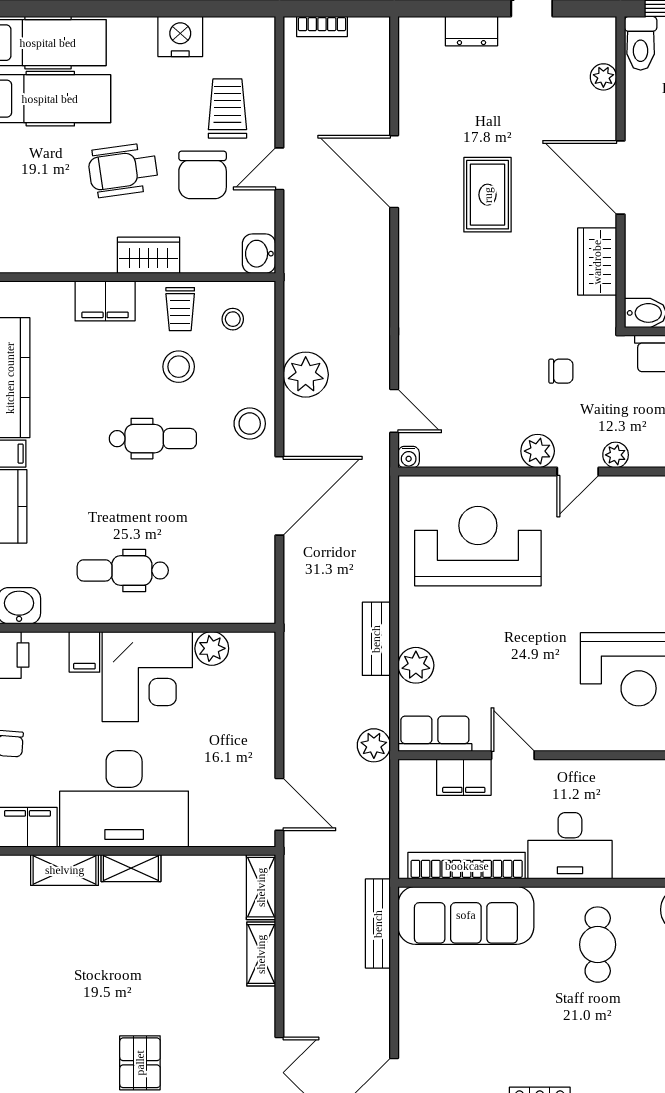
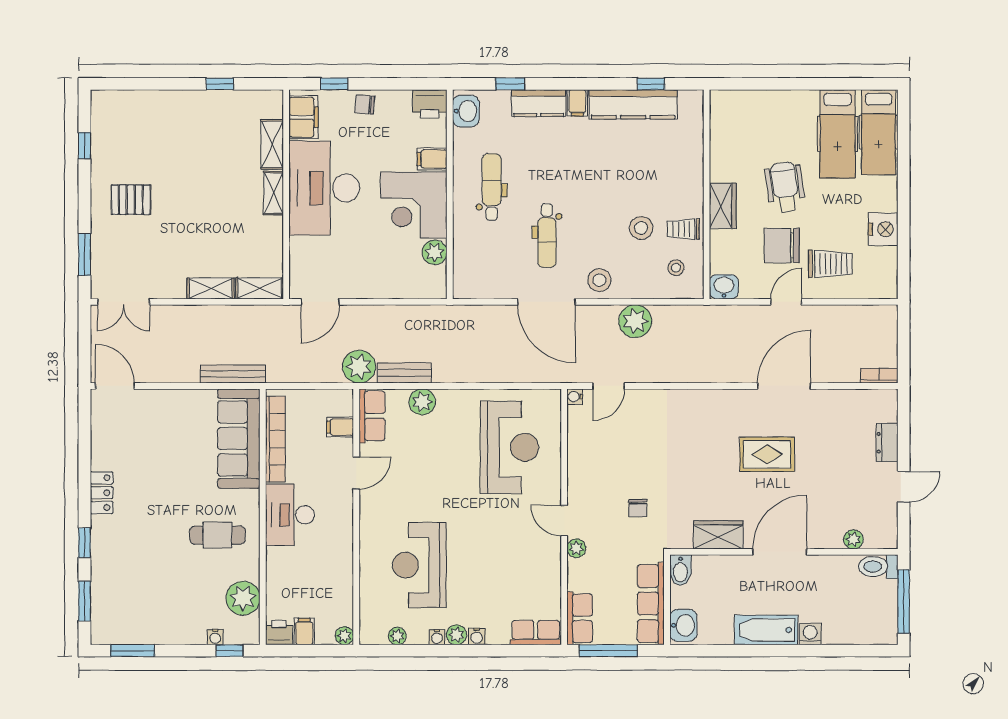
bookcase: (322, 27) -> (879, 376), moved, turned 90
door: (279, 169) -> (786, 302), hinge flipped
filing cabinet: (105, 301) -> (689, 174), removed
dental chair: (153, 439) -> (547, 236), moved
plant: (538, 451) -> (579, 491), removed
bench: (376, 639) -> (404, 373), moved
plant: (374, 745) -> (359, 367), width x1.36, depth x1.36
filing cabinet: (464, 777) -> (340, 427), width x0.50

